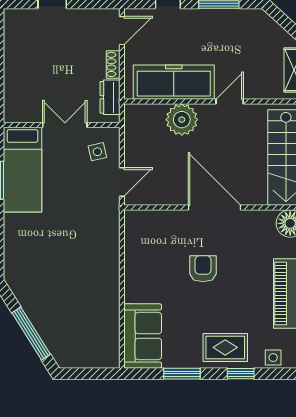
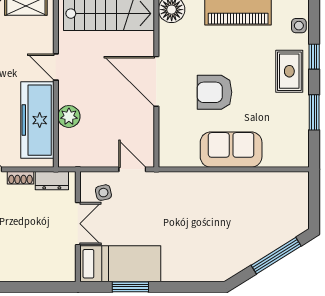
plant: (182, 120) -> (69, 116), width x0.73, depth x0.73
double door: (65, 125) -> (78, 224), swing flipped
door: (214, 207) -> (156, 81), hinge flipped
armchair: (203, 269) -> (215, 92), width x1.38, depth x1.38
sofa: (143, 336) -> (231, 150), moved

